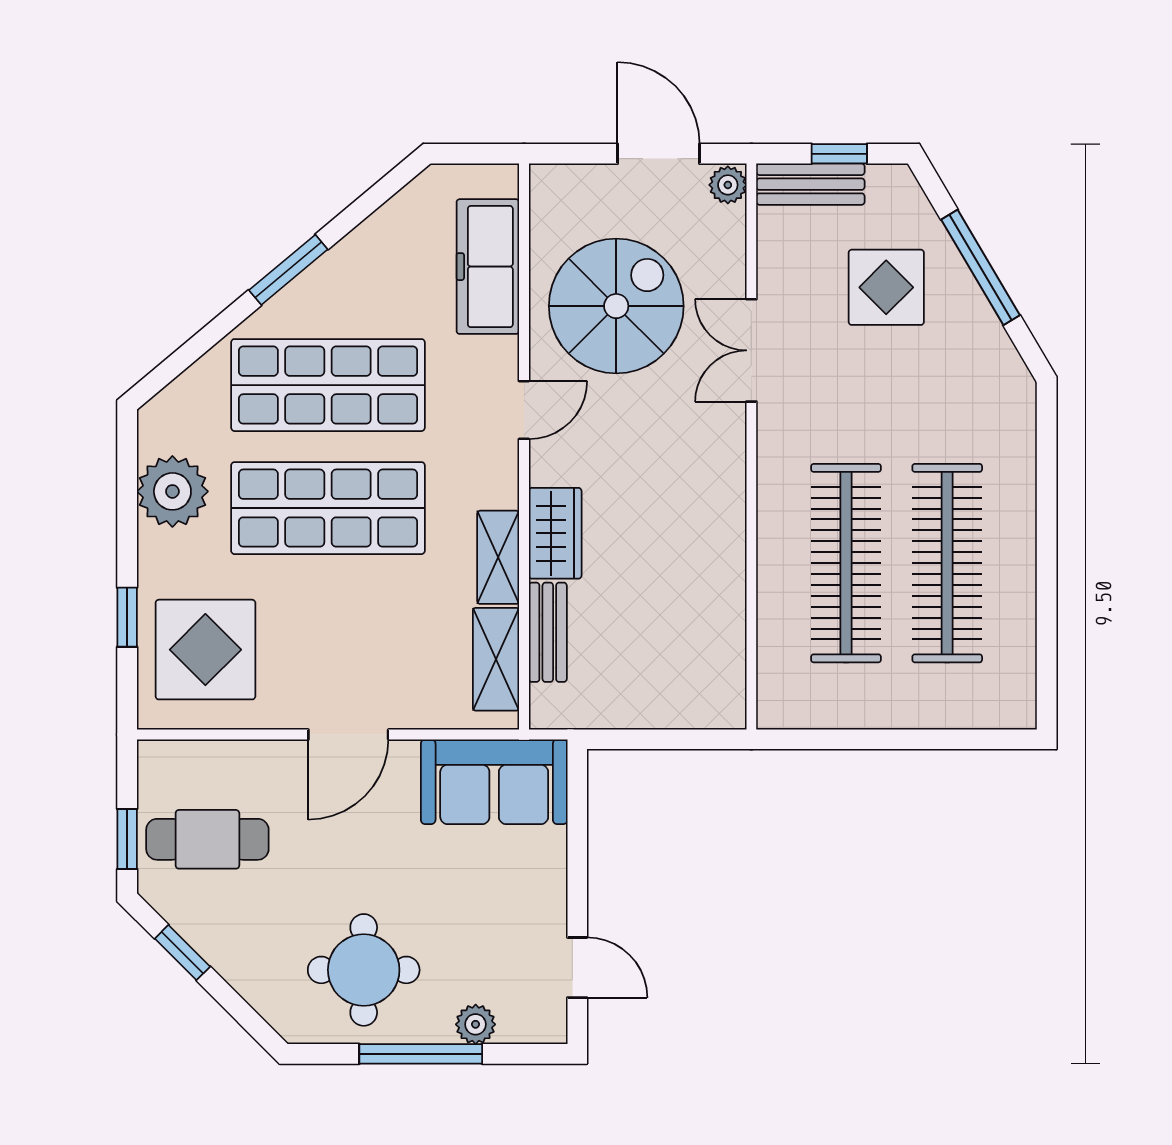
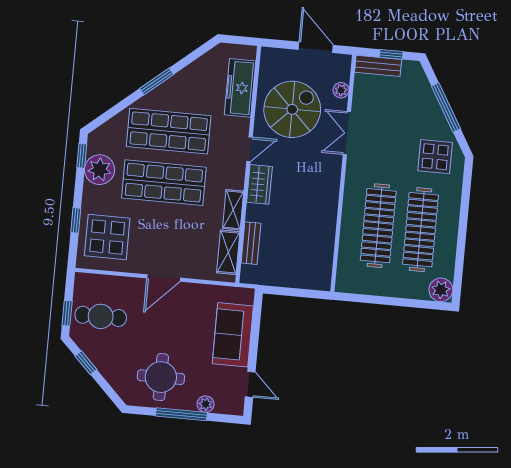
plant: (728, 185) -> (341, 90), moved
display table: (886, 287) -> (435, 157), moved
window: (127, 462) -> (82, 156), added
wardrobe: (555, 533) -> (259, 184), moved
plant: (1009, 701) -> (441, 290), added
sofa: (494, 782) -> (233, 335), moved, turned 90

